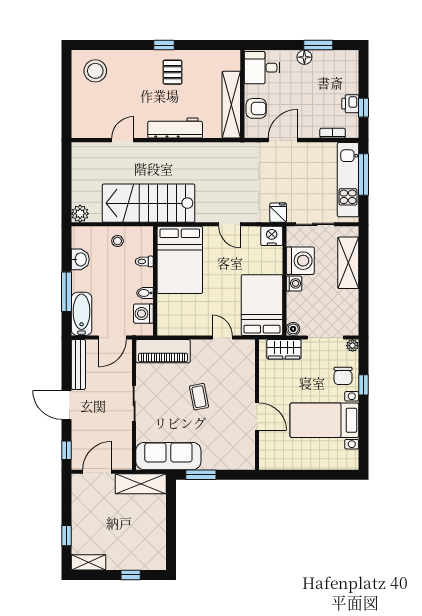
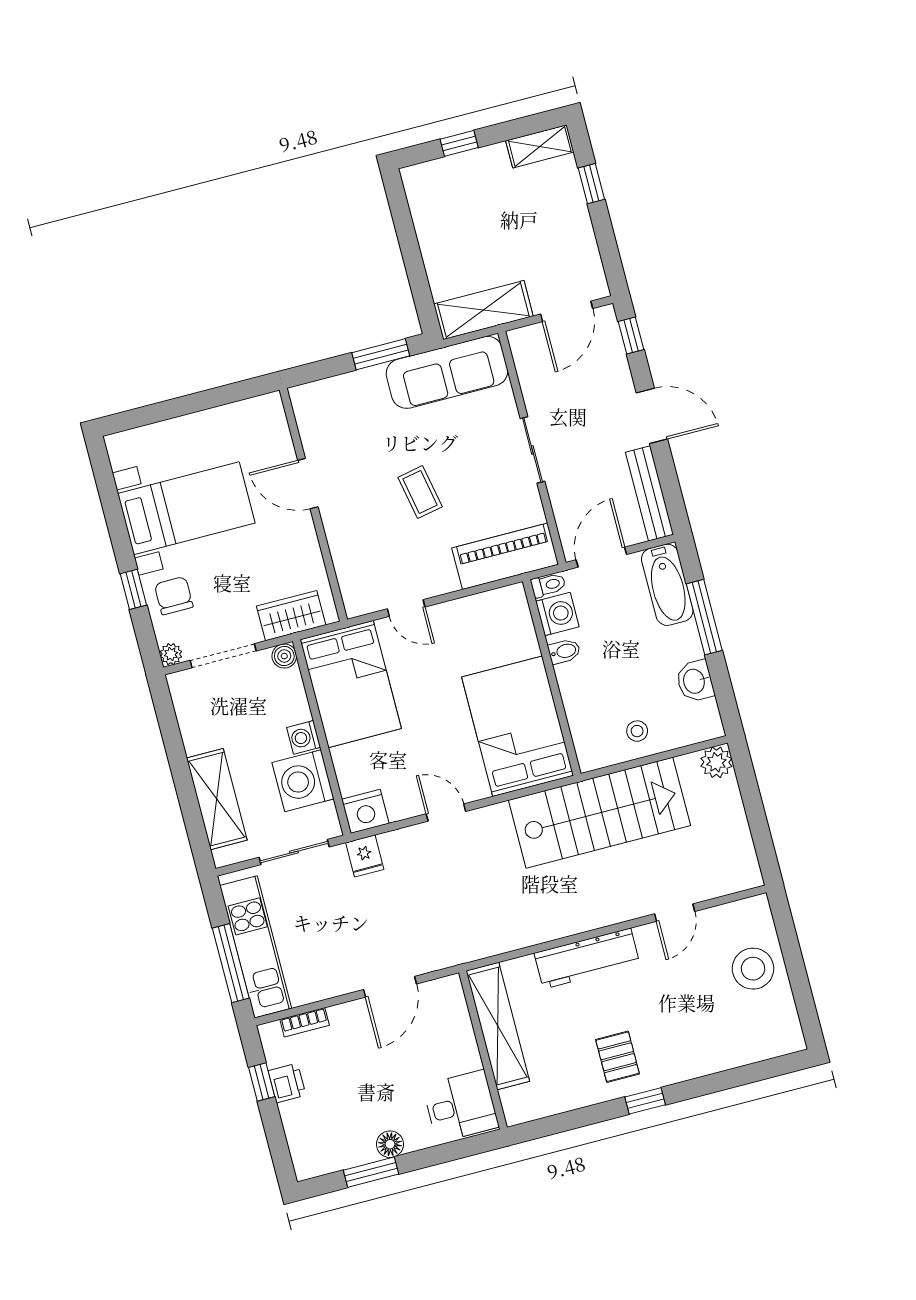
stool: (95, 71) -> (753, 969), moved
armchair: (256, 108) -> (452, 1031), removed
toilet: (144, 261) -> (548, 585), moved

